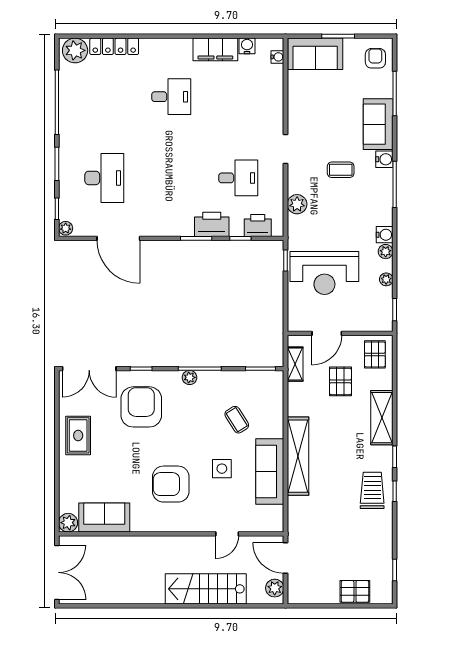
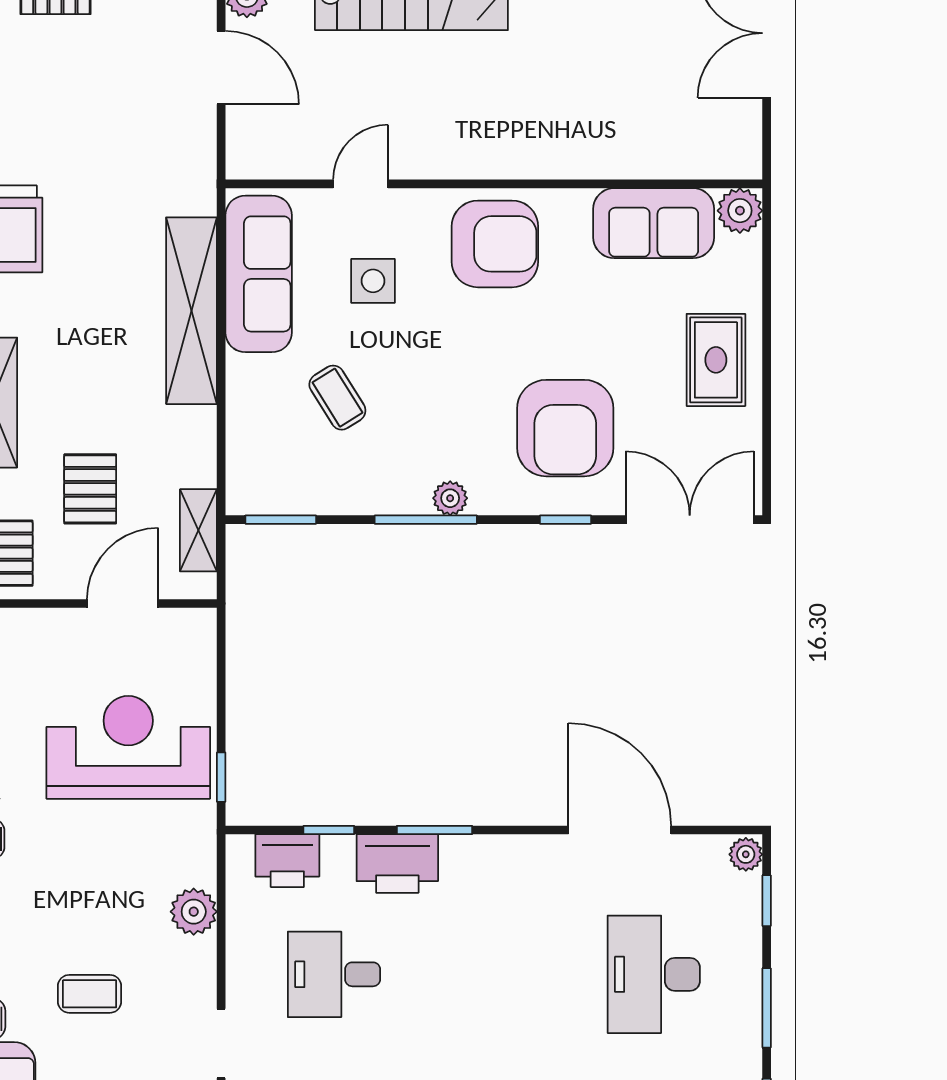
sofa: (104, 517) -> (654, 223), moved
plant: (68, 523) -> (740, 211), moved
wall: (171, 534) -> (494, 184), moved
door: (227, 534) -> (361, 184), moved

